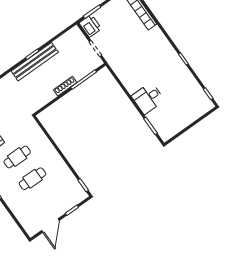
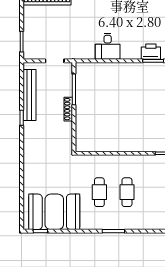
printer: (90, 26) -> (151, 52), moved
bench: (35, 62) -> (29, 95), moved
desk: (148, 98) -> (108, 46), moved

